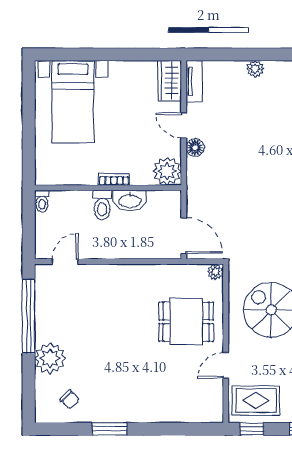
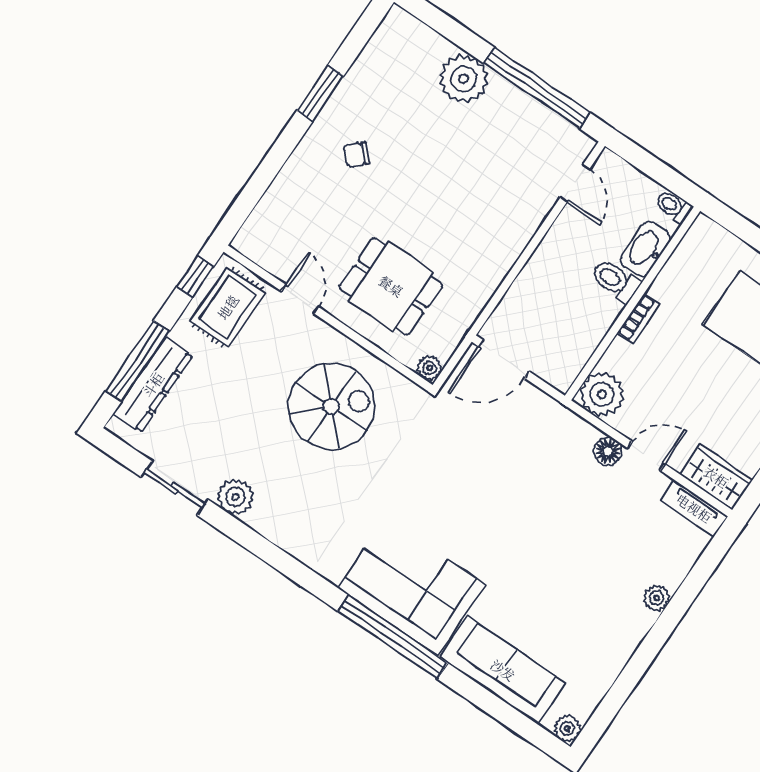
washbasin: (130, 201) -> (646, 249), moved
dining table: (186, 322) -> (391, 286), turned 90
chair: (70, 400) -> (357, 154), moved

